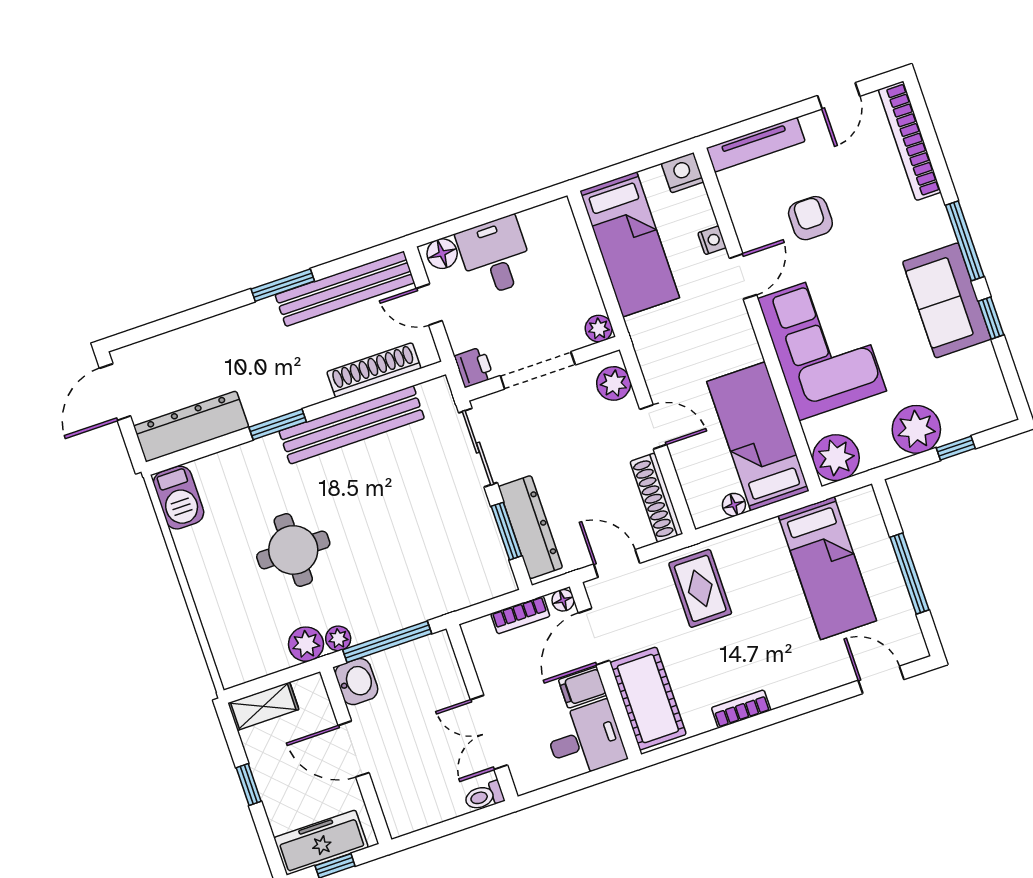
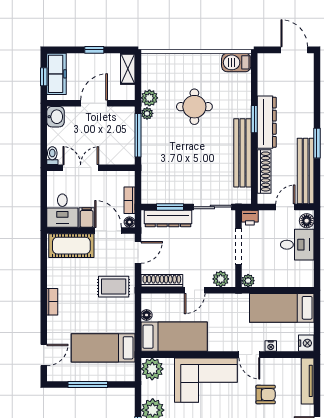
dresser: (191, 427) -> (267, 122), moved
washbasin: (357, 682) -> (56, 117), moved, turned -90
bookcase: (741, 709) -> (52, 302), moved

